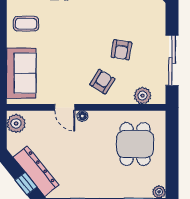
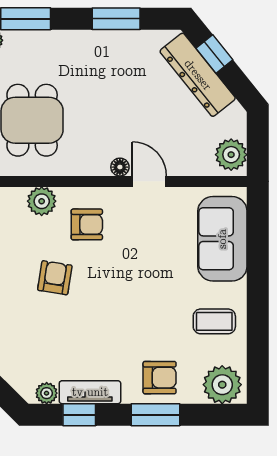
armchair: (102, 82) -> (87, 224), turned -122
plant: (143, 96) -> (42, 201), moved

